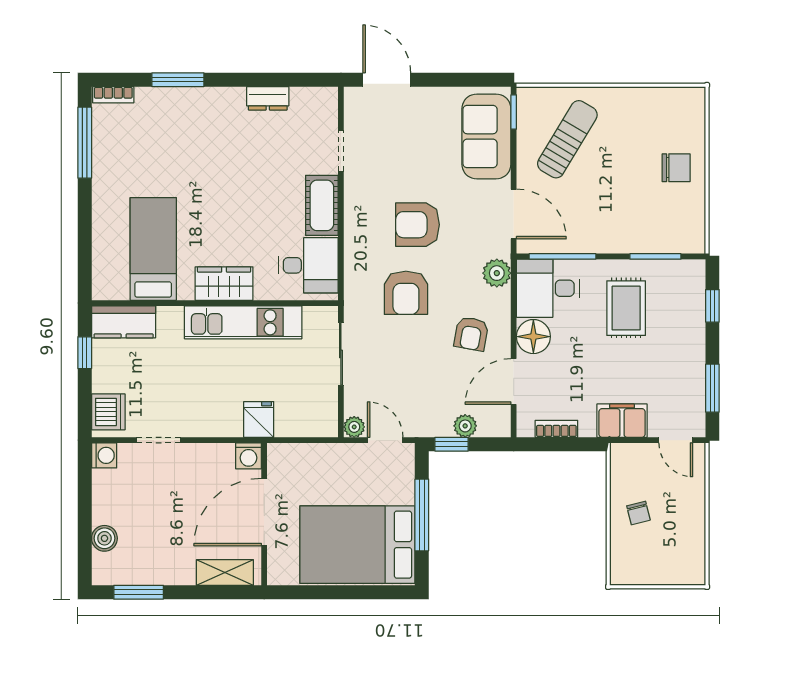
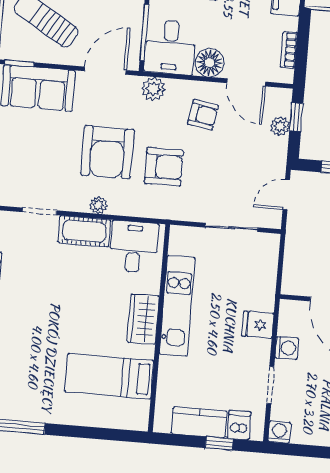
armchair: (417, 225) -> (107, 152), width x1.36, depth x1.36
kitchen counter: (124, 322) -> (199, 422), moved, turned -90
window: (85, 353) -> (219, 443), moved
sliding door: (341, 354) -> (232, 227), moved
dishwasher: (108, 412) -> (239, 425), width x0.73
fridge: (259, 419) -> (258, 325), moved
plant: (354, 427) -> (98, 205), moved
window: (452, 444) -> (296, 117), moved
washing machine: (249, 456) -> (287, 348), moved

